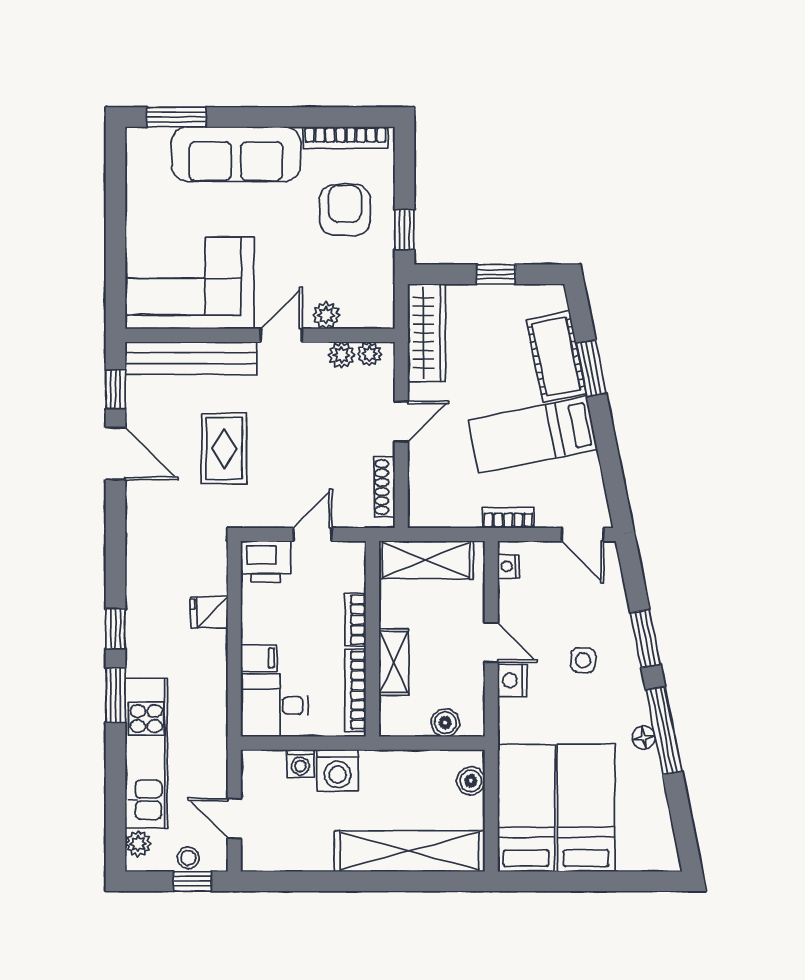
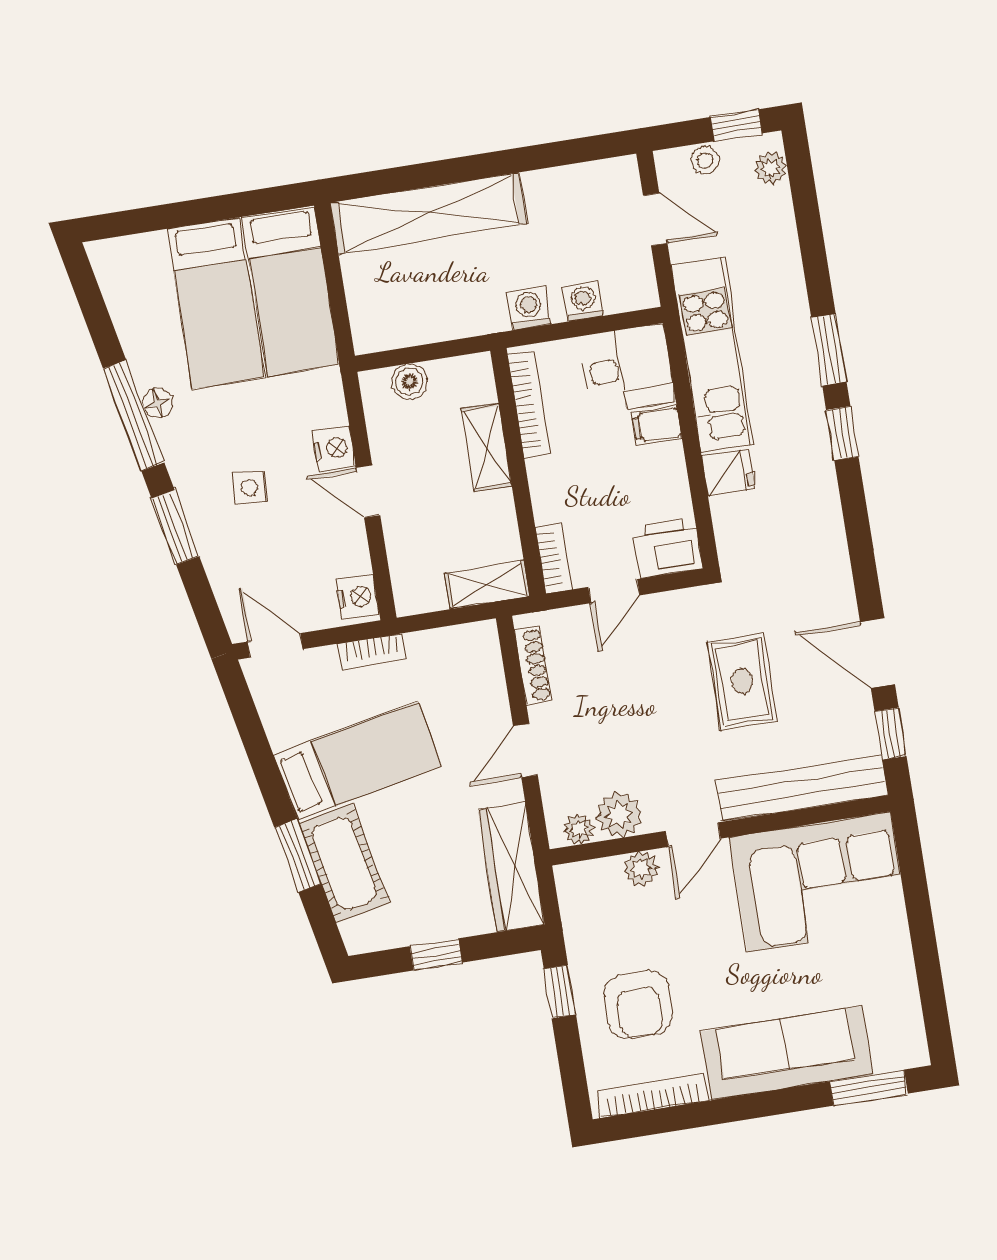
plant: (342, 355) -> (619, 815), width x1.38, depth x1.38
shelving: (426, 560) -> (487, 585), width x0.67, depth x0.75
nightstand: (509, 566) -> (358, 597), width x1.39, depth x1.35
bookcase: (355, 620) -> (554, 558), moved
kitchen unit: (146, 753) -> (712, 355), moved, turned 180
washing machine: (338, 770) -> (529, 308), width x0.73, depth x0.73
boiler: (471, 781) -> (366, 314), removed
window: (192, 881) -> (736, 125), moved

